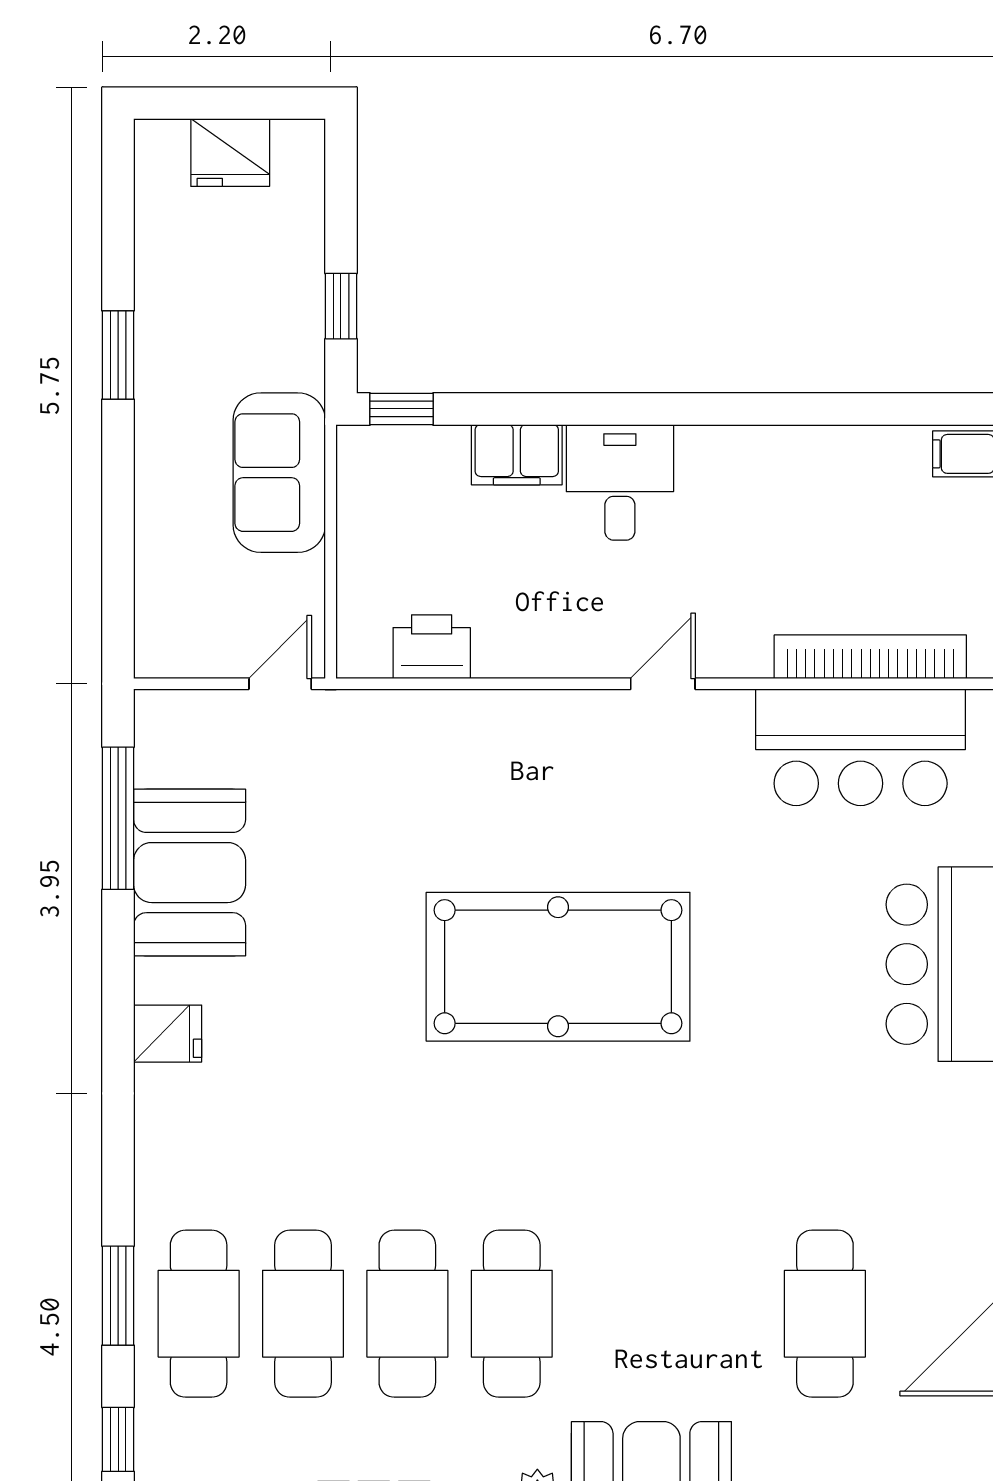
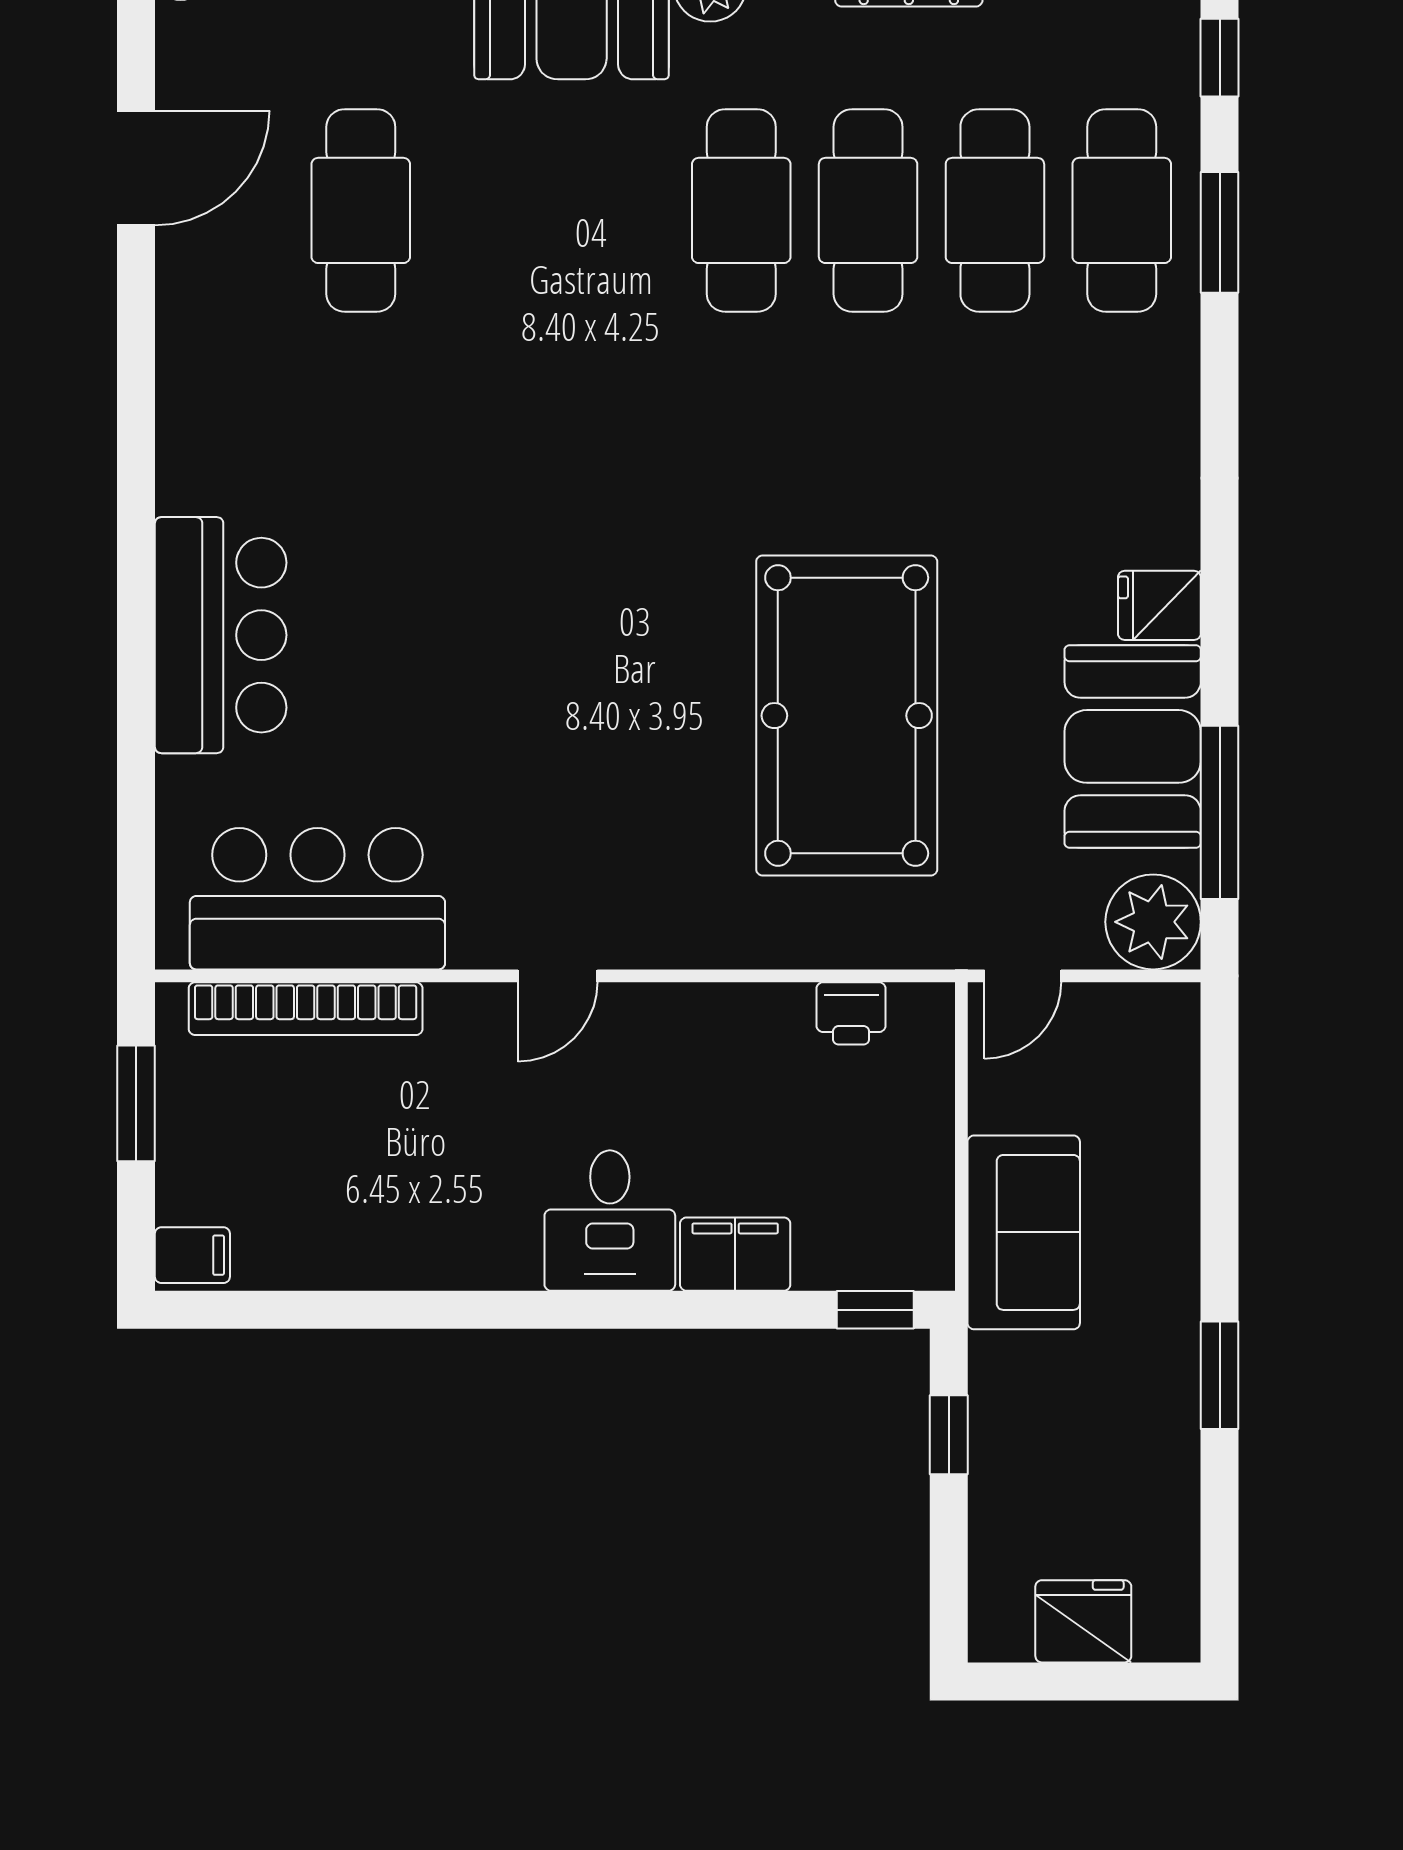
printer: (432, 647) -> (851, 1013), width x0.73, depth x0.81
plant: (173, 728) -> (1153, 922), added
pool table: (558, 967) -> (847, 716), moved, turned 90
fridge: (168, 1034) -> (1159, 605), moved

